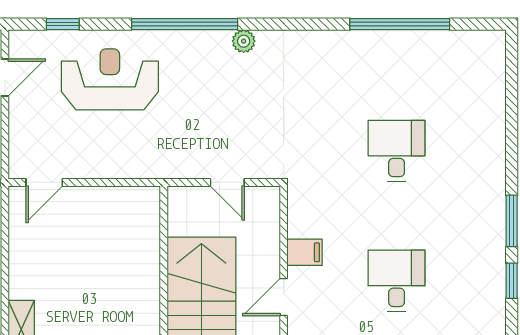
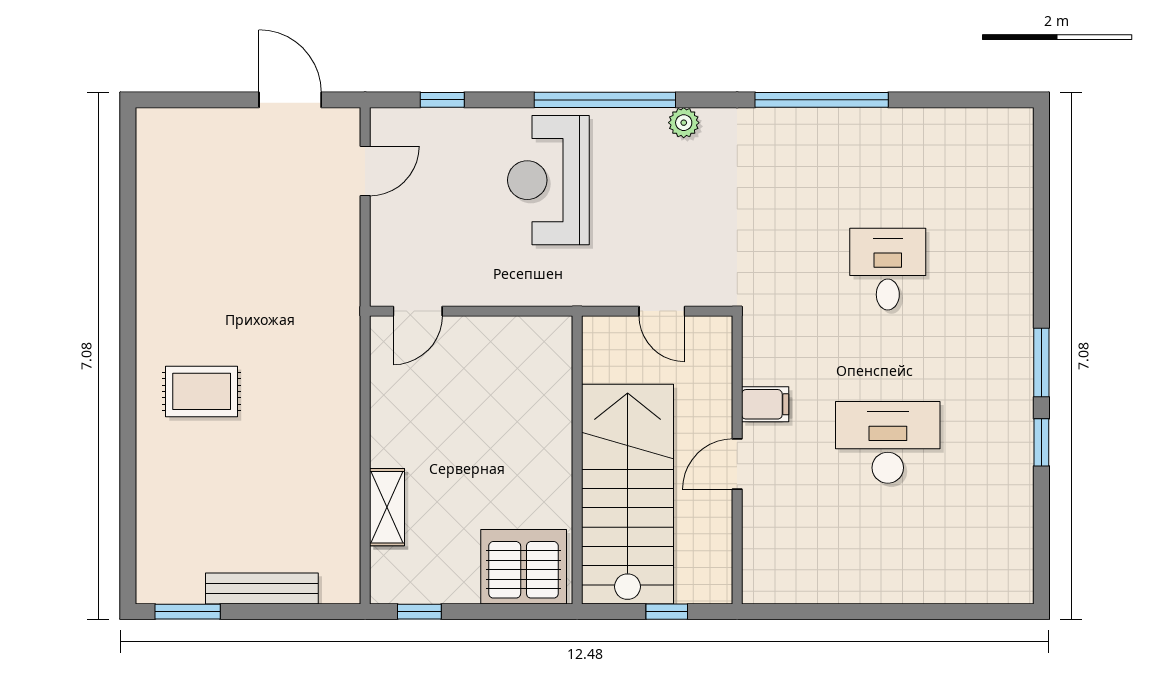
window: (400, 24) -> (822, 100), moved
reception desk: (110, 79) -> (548, 180), moved, turned -90
desk: (397, 281) -> (888, 442), width x1.37

